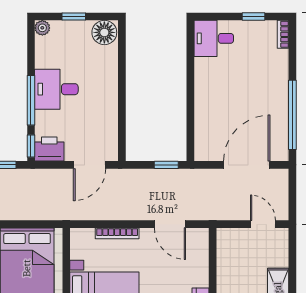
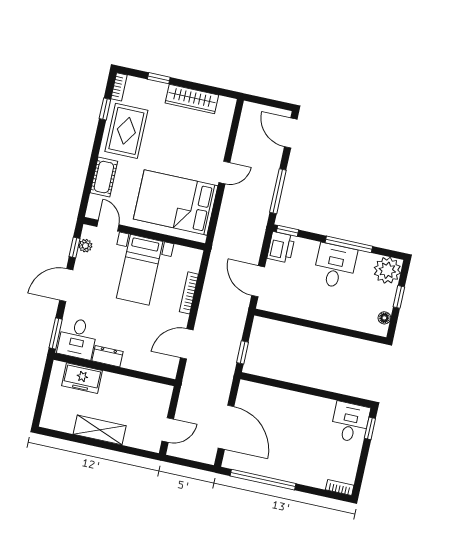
window: (253, 17) -> (370, 428), moved
plant: (42, 28) -> (387, 270), width x1.88, depth x1.88
floor lamp: (104, 32) -> (384, 318), width x0.53, depth x0.53
window: (31, 100) -> (349, 244), moved

